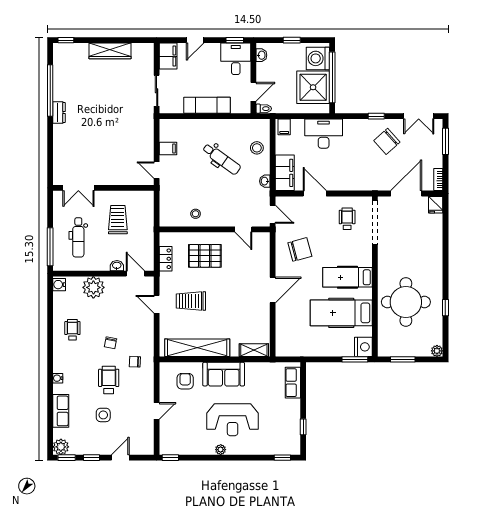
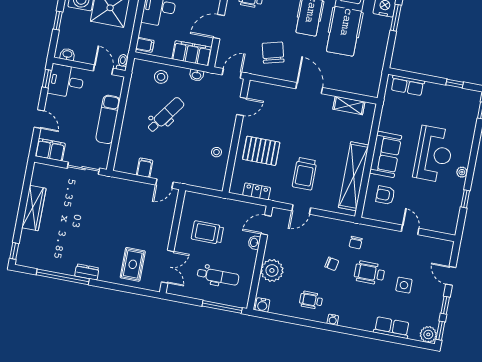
rug: (74, 155) -> (133, 264), added
pallet: (205, 256) -> (261, 151), turned 90
shelving: (254, 350) -> (349, 105), moved, turned 90
water cooler: (58, 378) -> (333, 320), moved
window: (170, 458) -> (465, 199), moved

